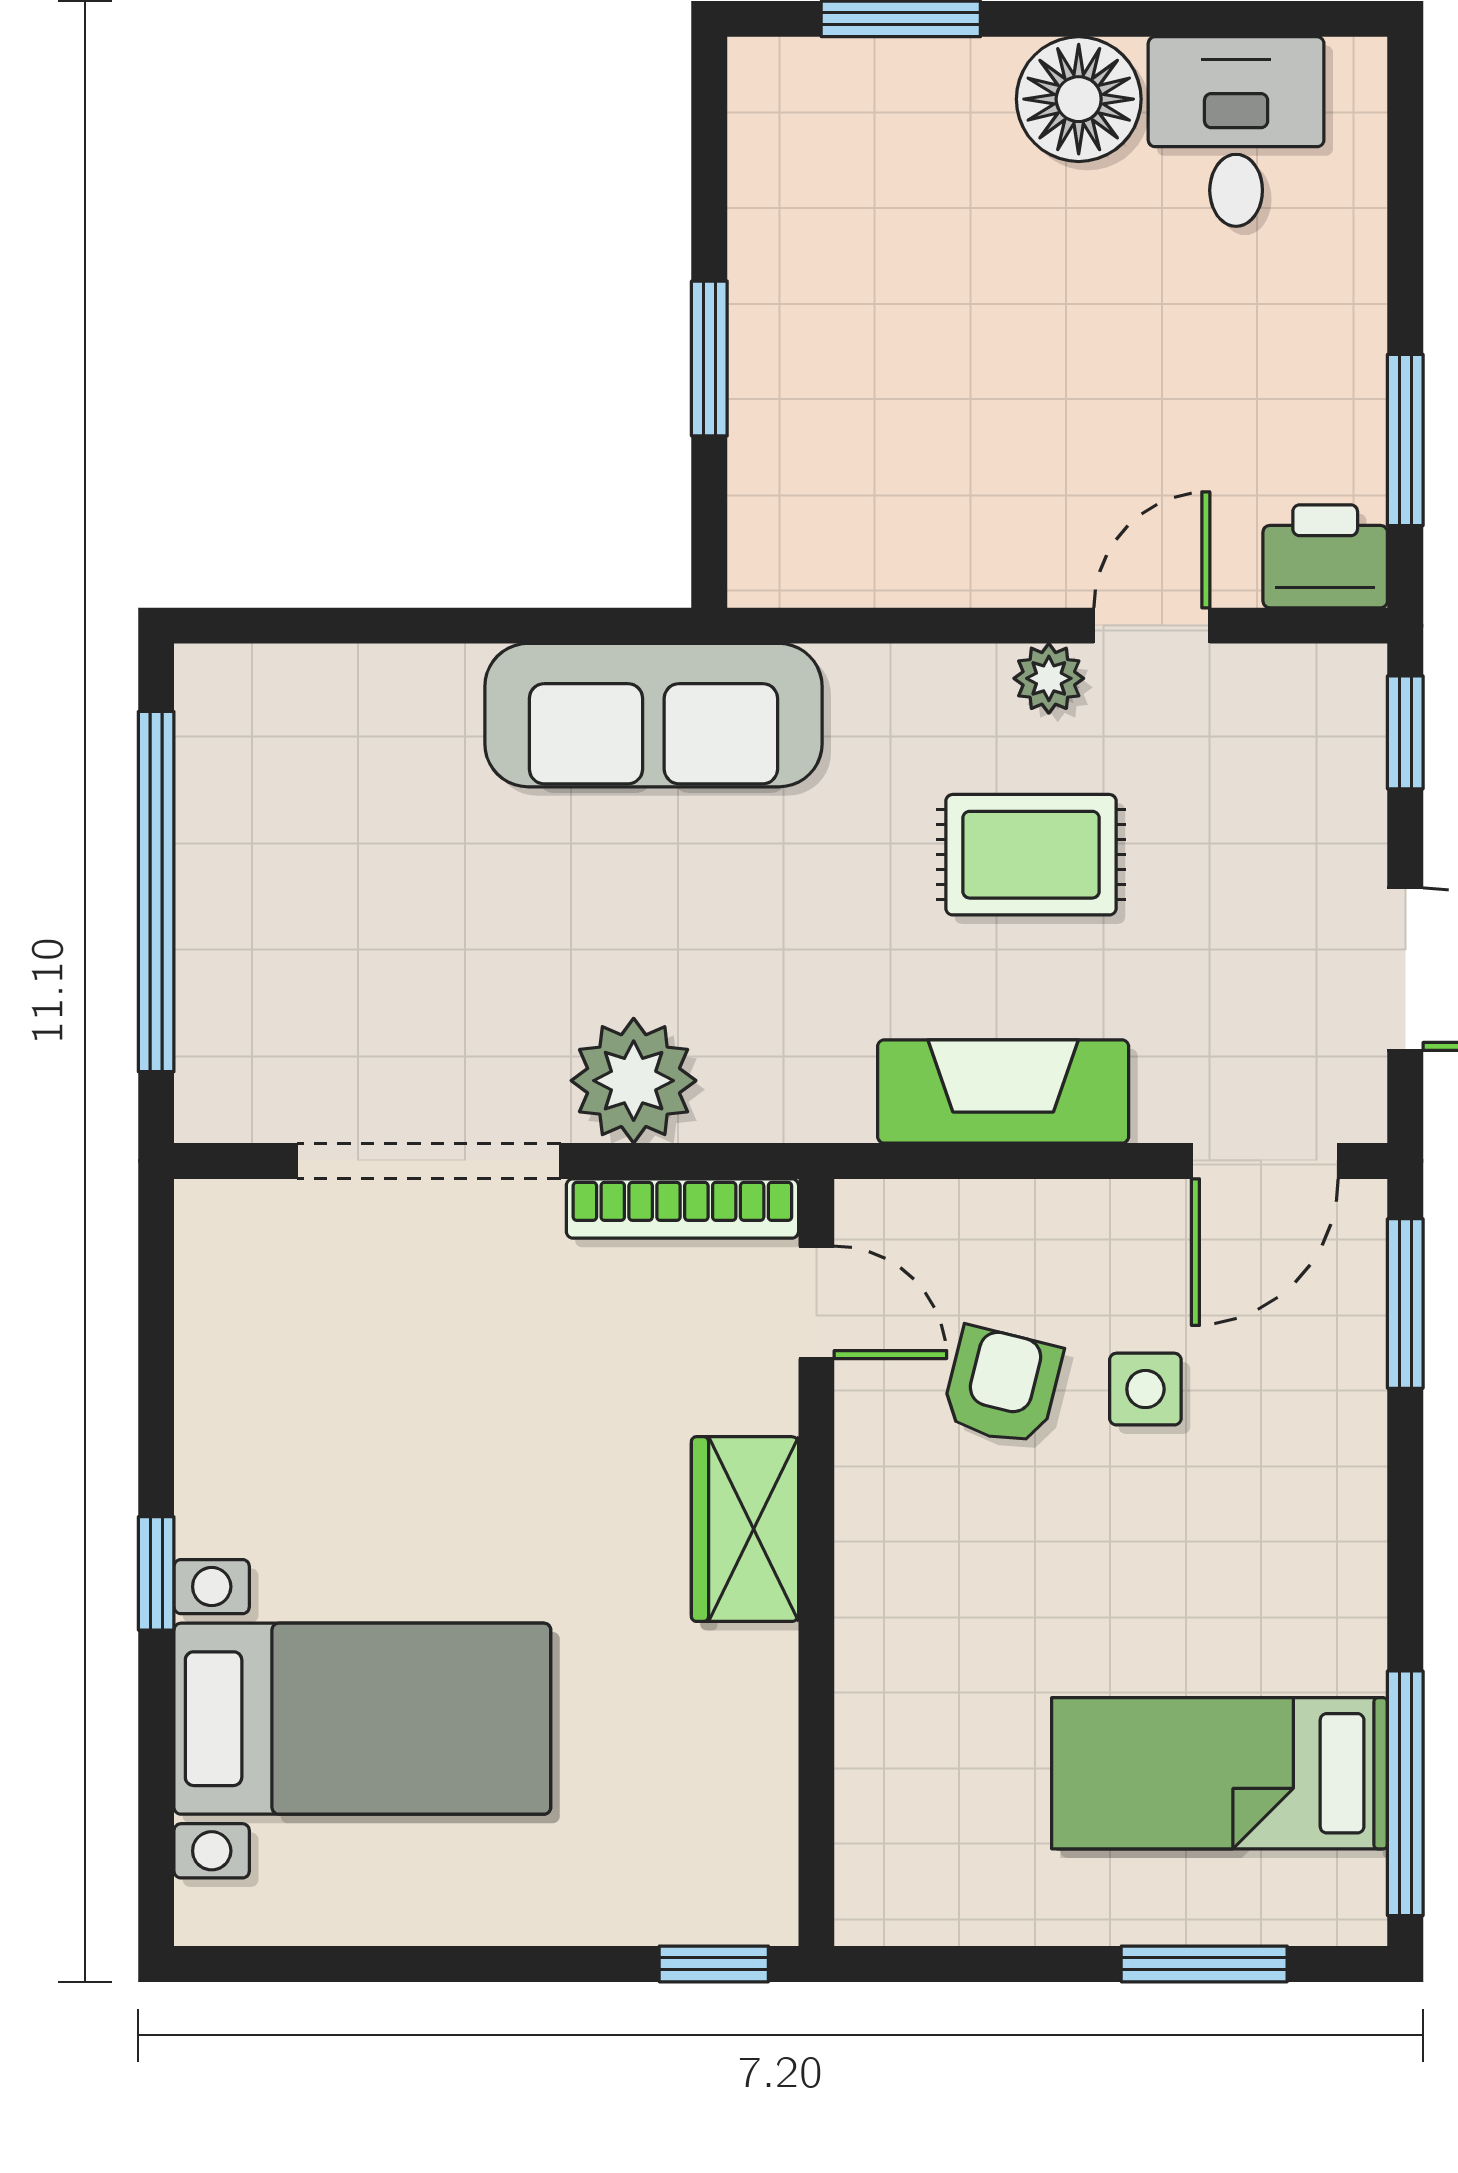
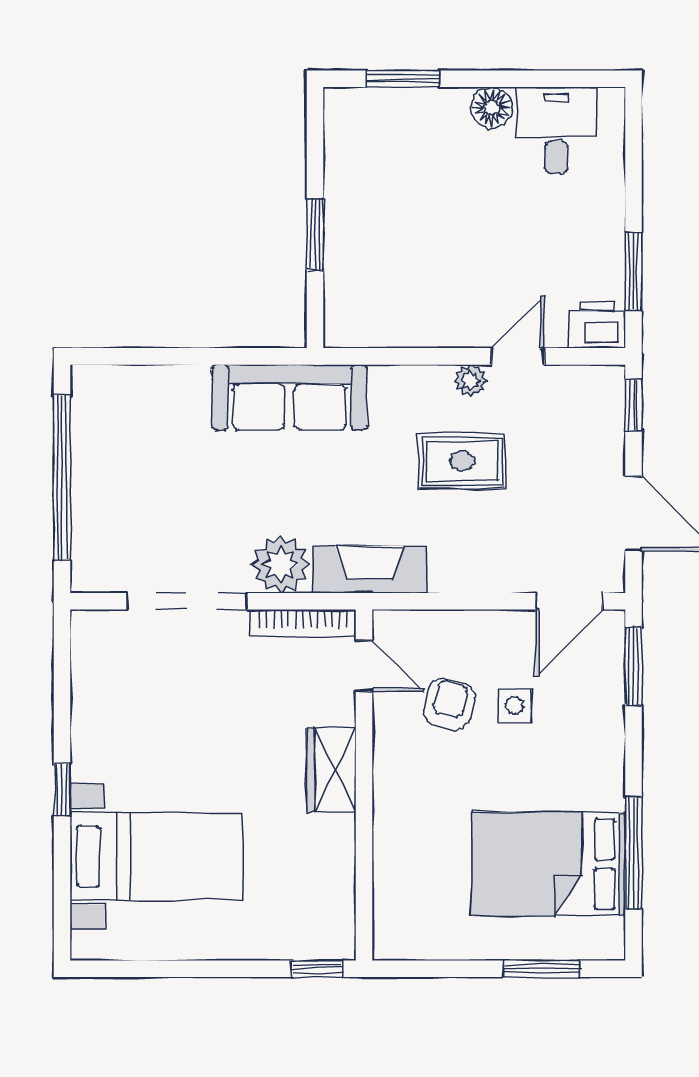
floor lamp: (1079, 99) -> (492, 108), width x0.73, depth x0.73
fireplace: (1003, 1091) -> (370, 570), moved
bed: (1219, 1773) -> (548, 864), width x1.50
window: (1405, 1793) -> (633, 853), moved

